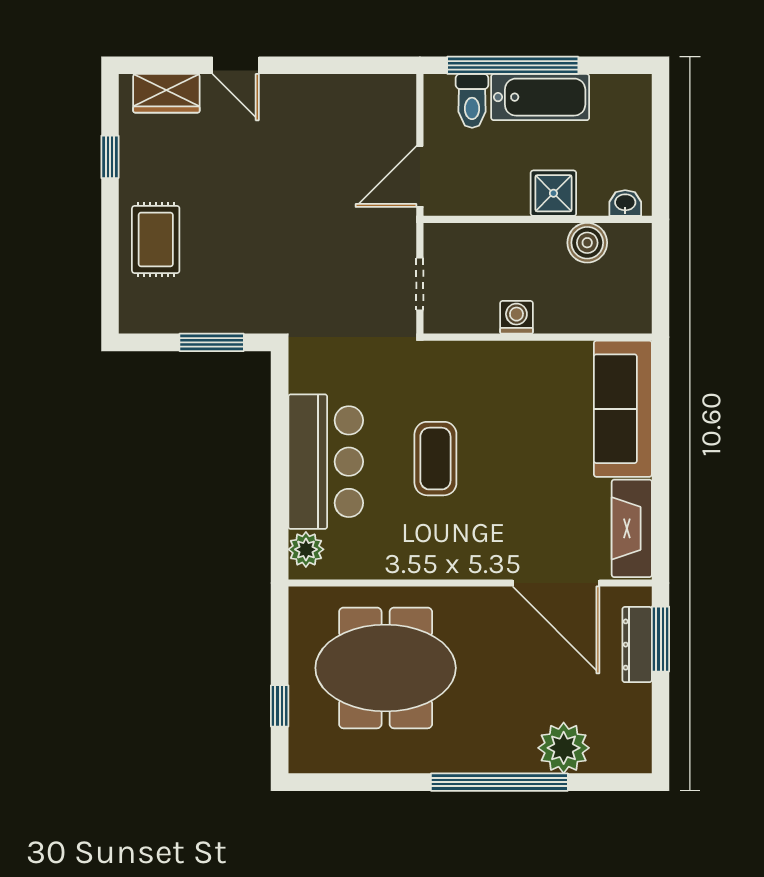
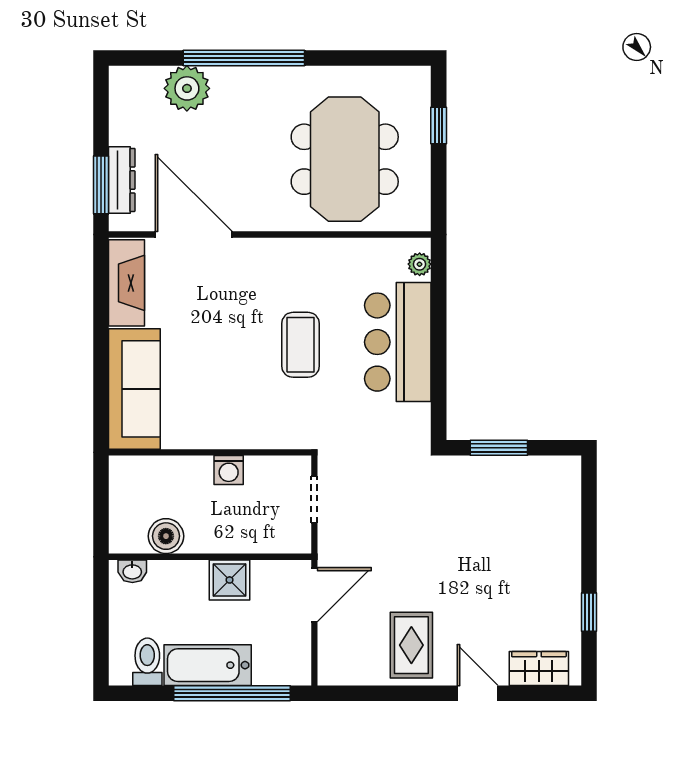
toilet: (472, 101) -> (147, 662), moved
shower: (553, 193) -> (230, 580), moved
rug: (156, 239) -> (411, 645), moved
plant: (306, 549) -> (420, 264), width x0.73, depth x0.73
meeting table: (386, 668) -> (345, 159), turned 90

